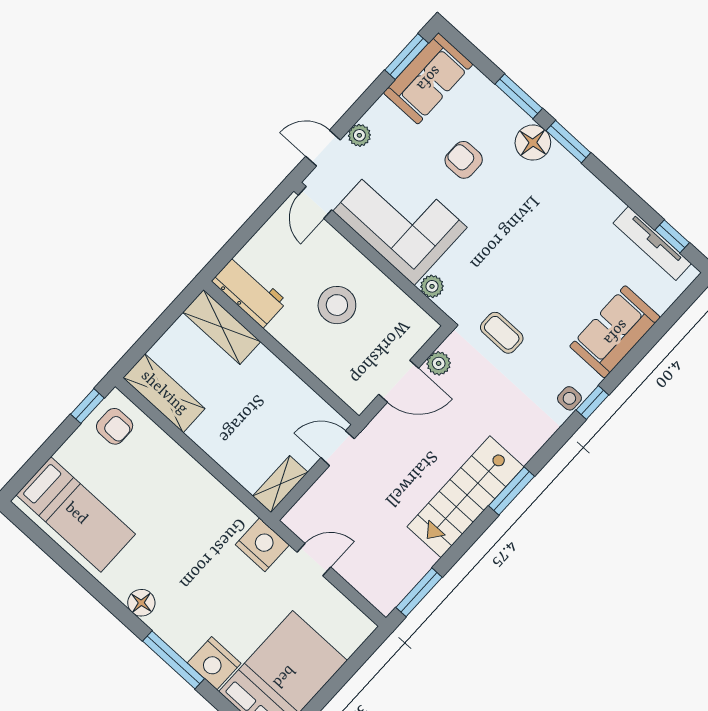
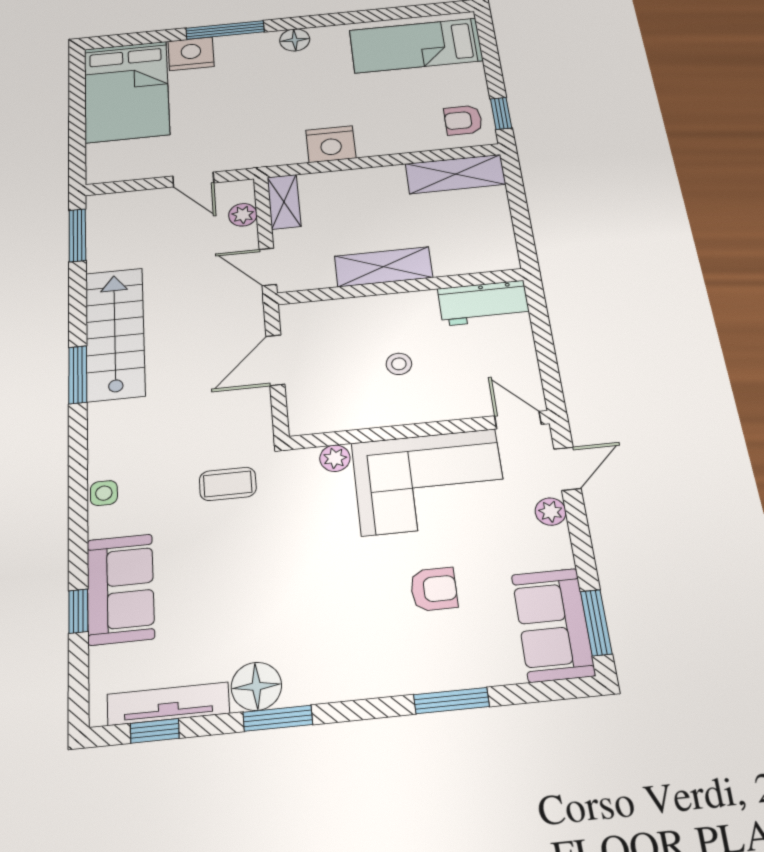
window: (568, 142) -> (278, 718), moved
floor lamp: (533, 143) -> (256, 686), moved
stool: (337, 305) -> (399, 364), width x0.53, depth x0.53
shelving: (222, 327) -> (383, 267), moved
plant: (439, 363) -> (243, 215), moved
window: (592, 402) -> (78, 611), moved
door: (338, 448) -> (268, 267), swing flipped
nightstand: (262, 545) -> (331, 144), moved
door: (314, 560) -> (193, 180), hinge flipped

